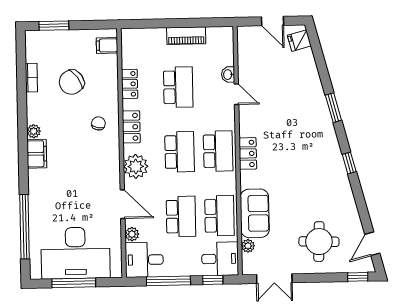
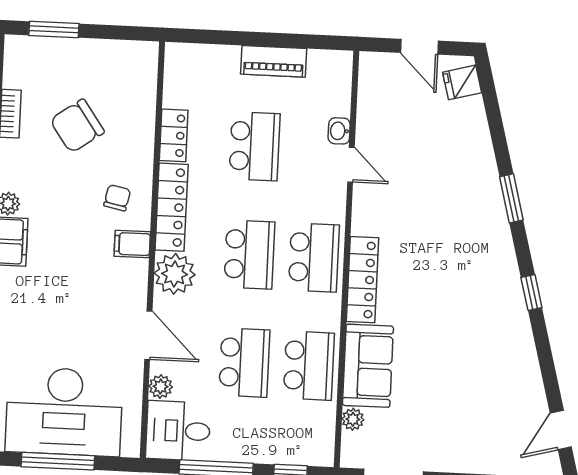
filing cabinet: (107, 45) -> (132, 244), moved
locker: (131, 127) -> (172, 207), width x1.53
locker: (248, 153) -> (363, 280), width x1.53
round table: (319, 242) -> (472, 420), removed
desk: (220, 259) -> (305, 438), removed

